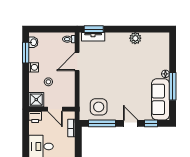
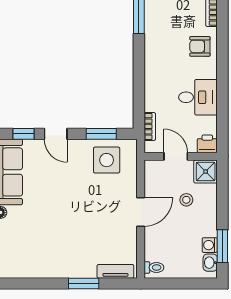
window: (94, 29) -> (84, 284), moved
plant: (135, 38) -> (48, 269), removed
door: (77, 62) -> (141, 212), moved
washing machine: (34, 67) -> (210, 245), moved
window: (102, 123) -> (101, 134), width x0.69

